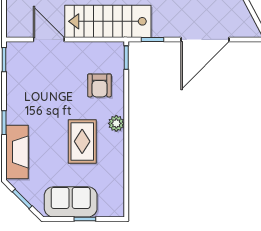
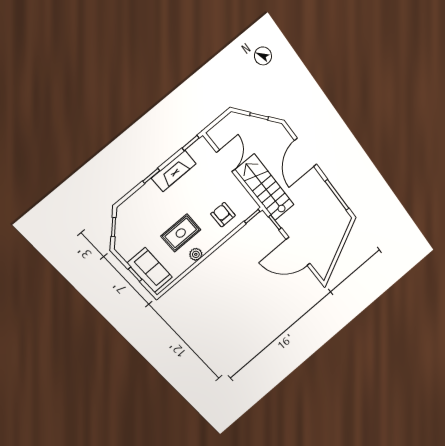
armchair: (99, 85) -> (223, 215), turned 90
plant: (116, 123) -> (196, 254), moved
fireplace: (17, 152) -> (174, 171), moved
sofa: (71, 202) -> (150, 270), moved

